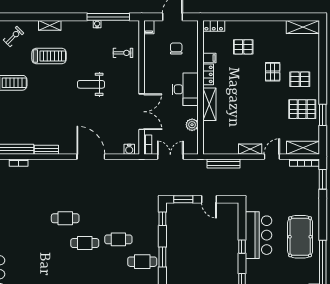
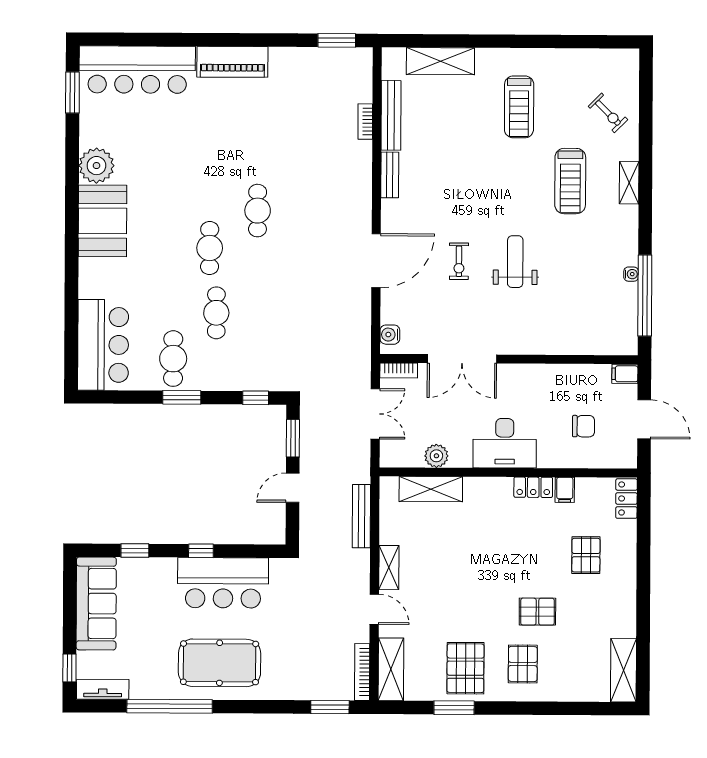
exercise bike: (123, 53) -> (459, 261), moved
shelving: (209, 104) -> (431, 489), moved

